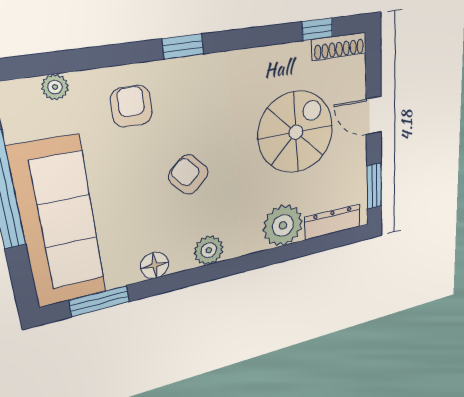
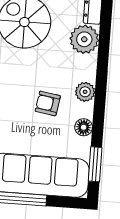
armchair: (188, 175) -> (48, 103), moved, turned 51

